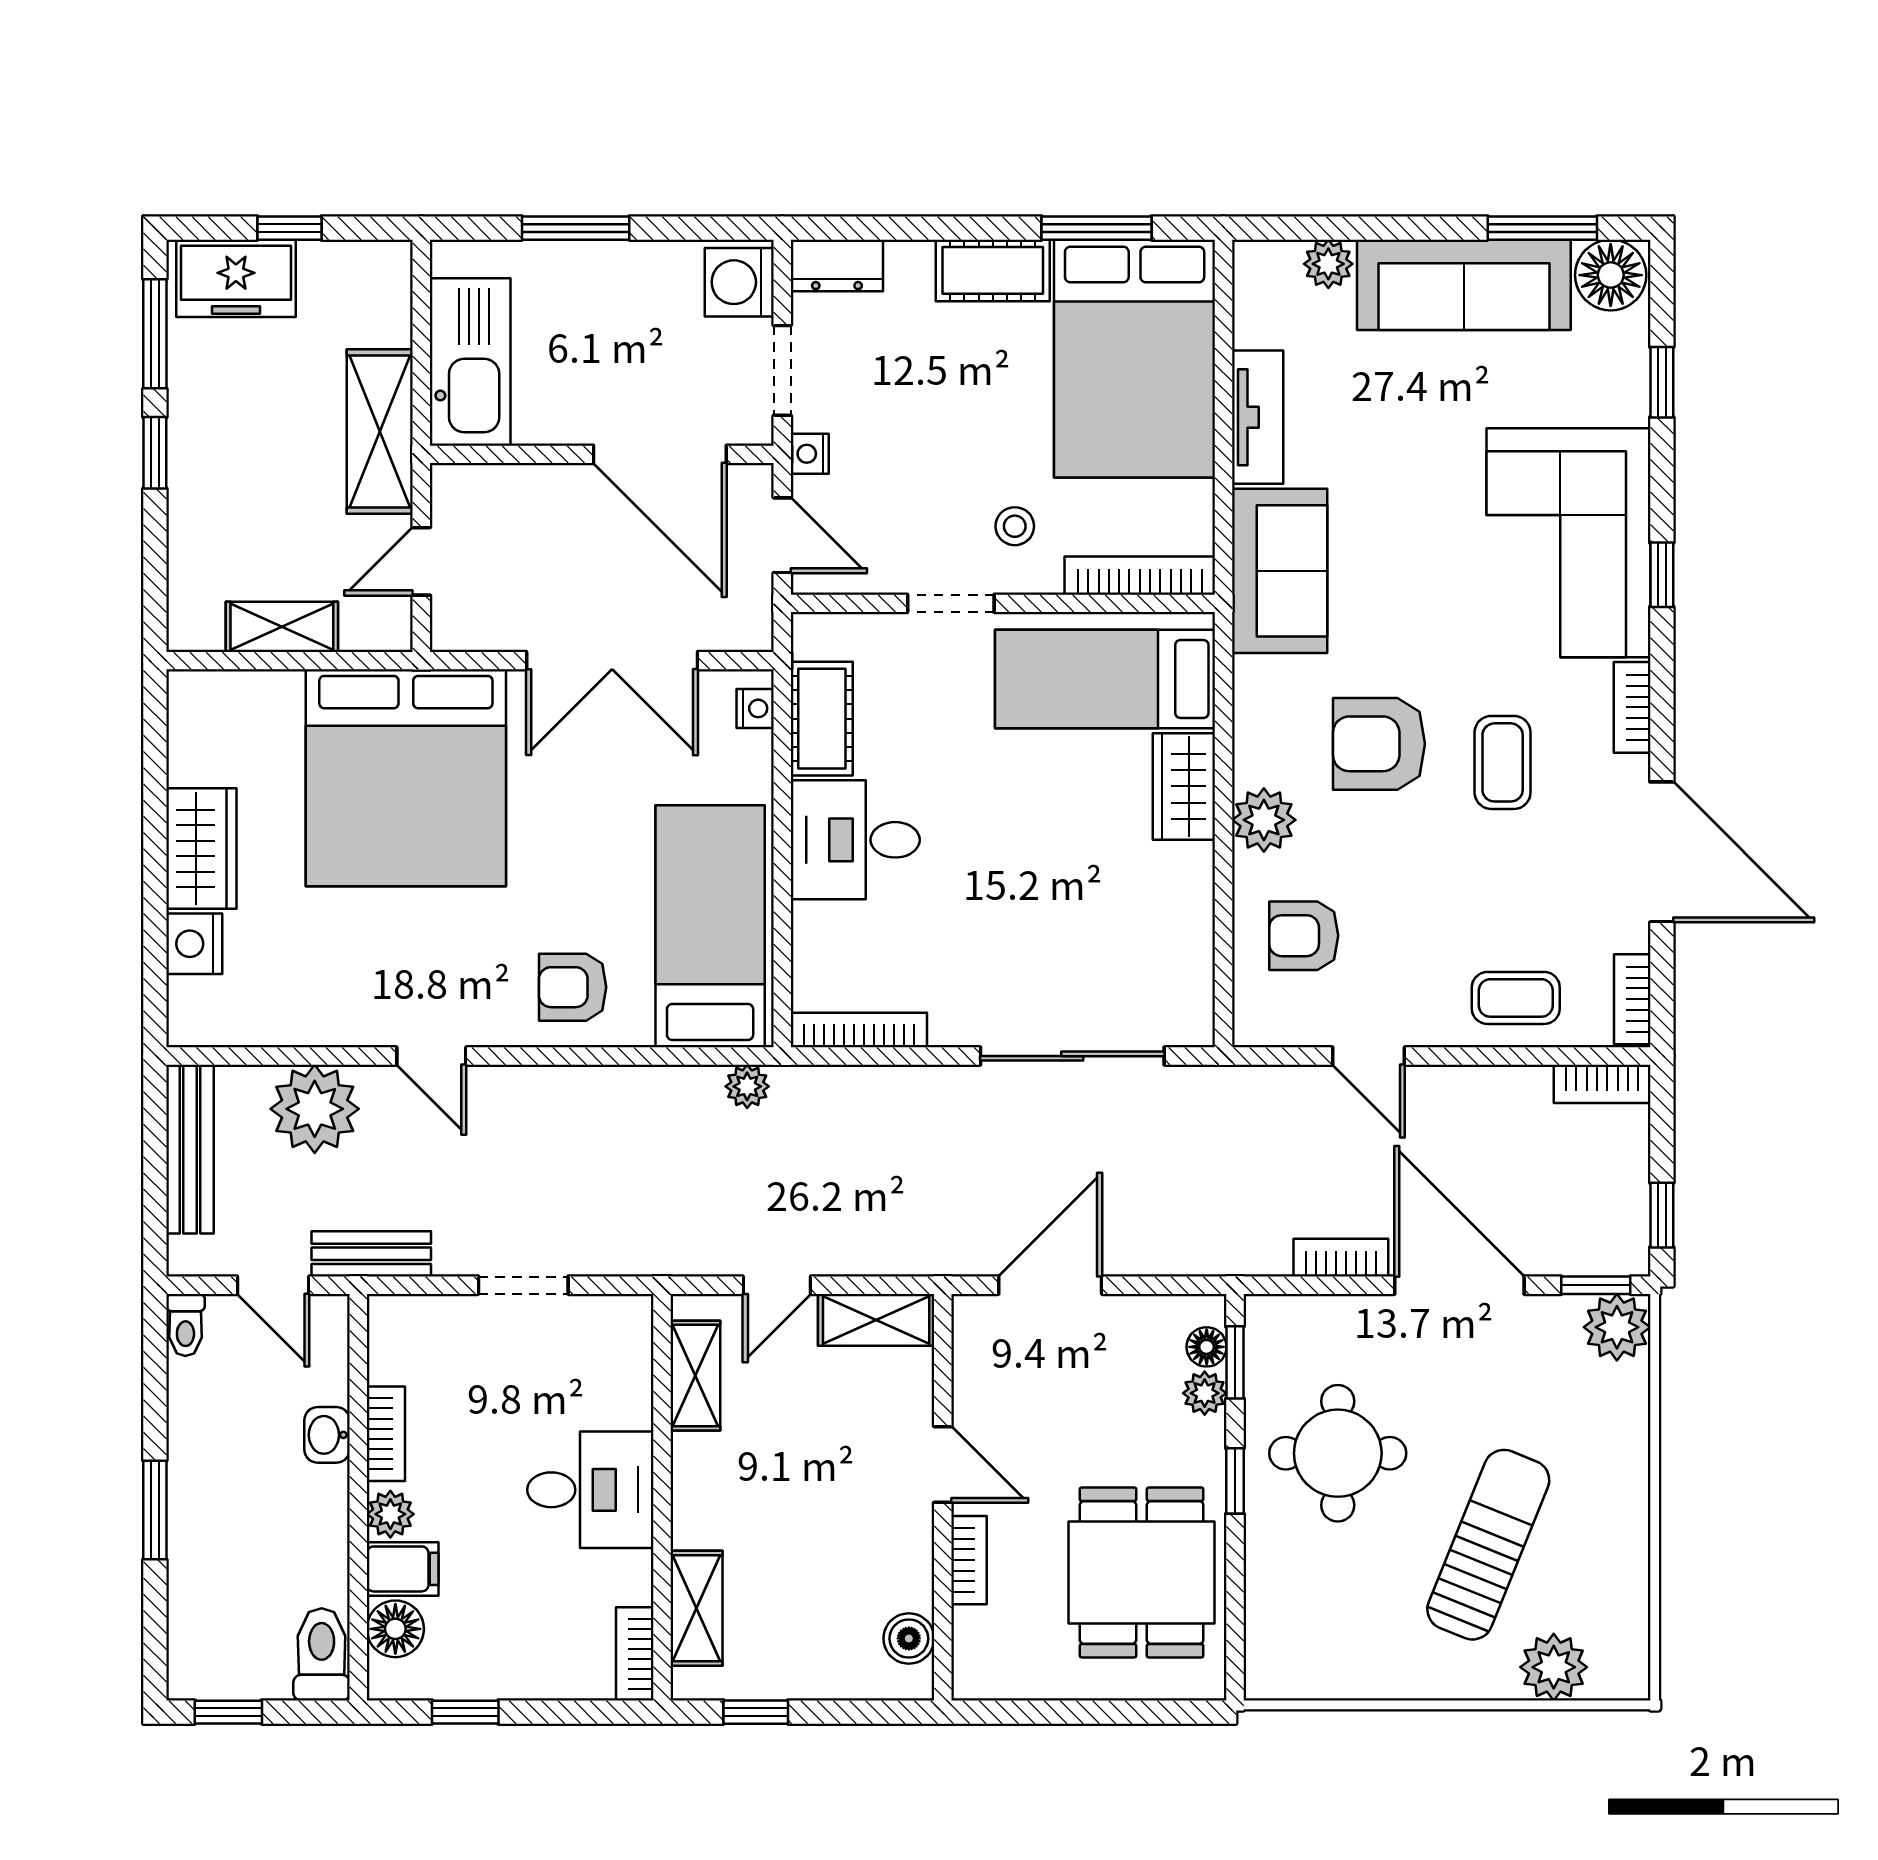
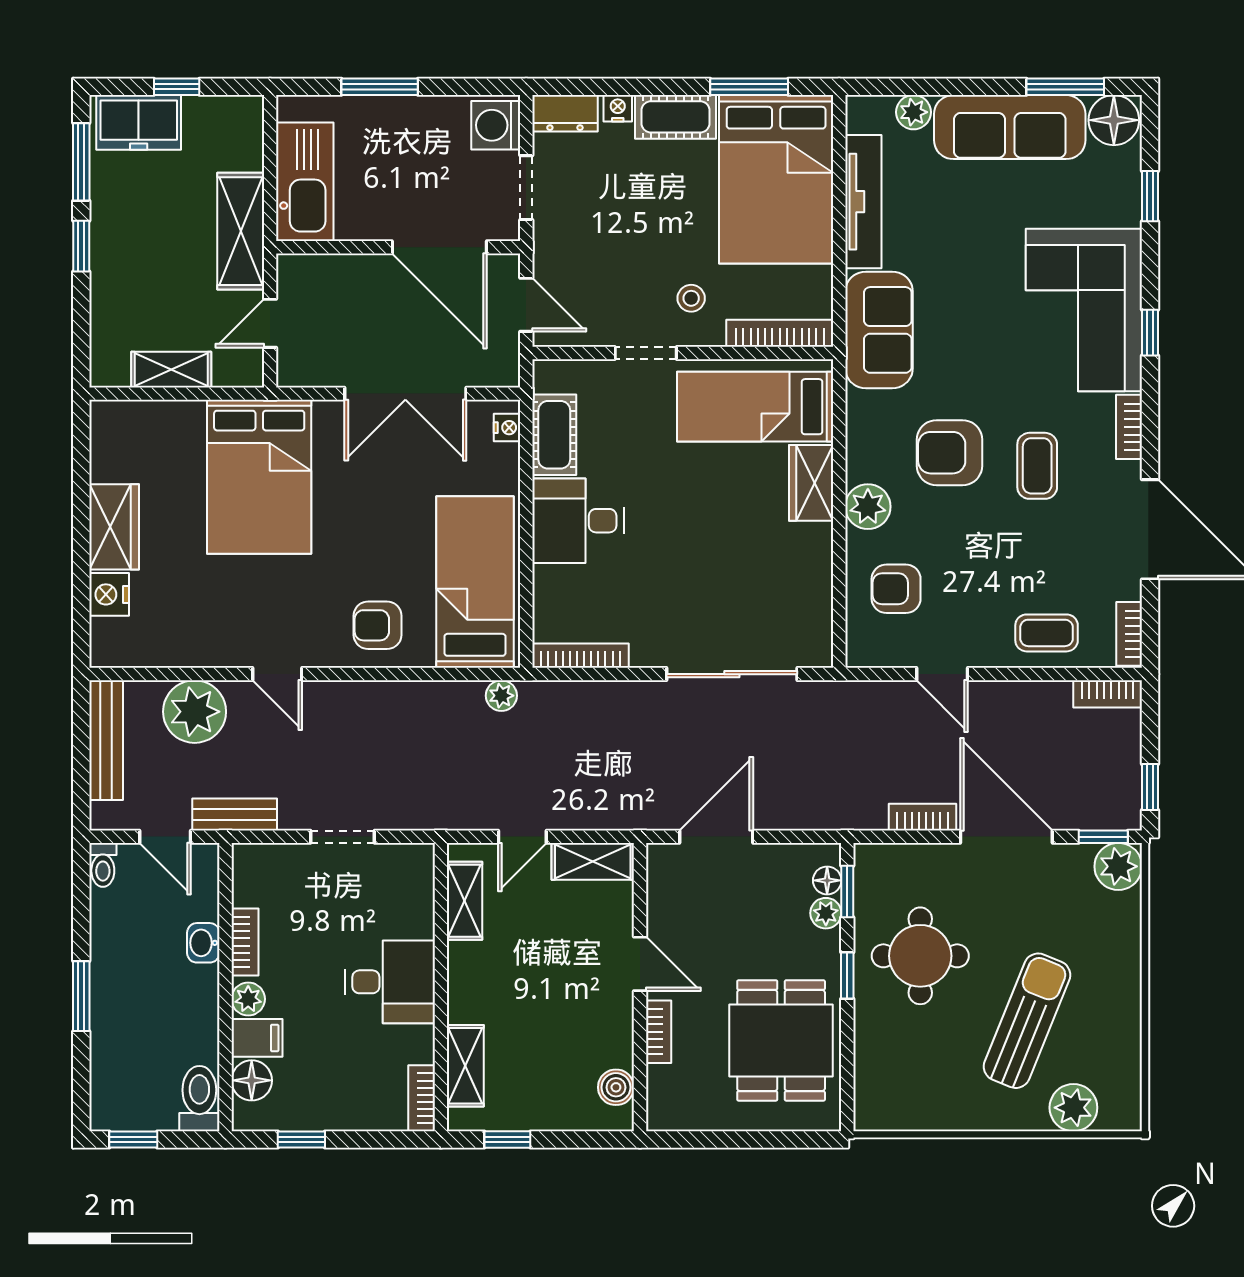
tv unit: (1258, 417) -> (863, 202), width x1.41
nightstand: (810, 454) -> (618, 108), moved, turned 90
bed: (406, 778) -> (259, 477), width x0.73

